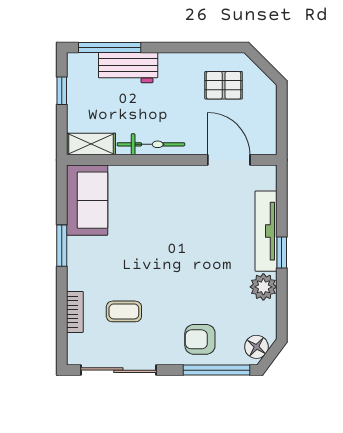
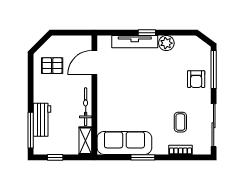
pallet: (224, 85) -> (52, 66), turned 90
sofa: (87, 200) -> (124, 143), width x1.36
floor lamp: (256, 347) -> (200, 47), removed

